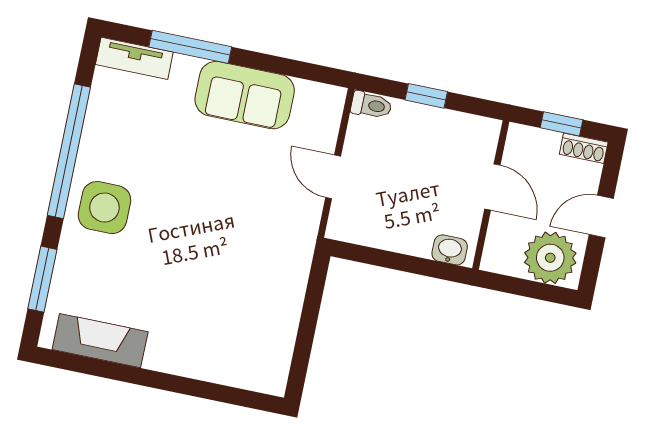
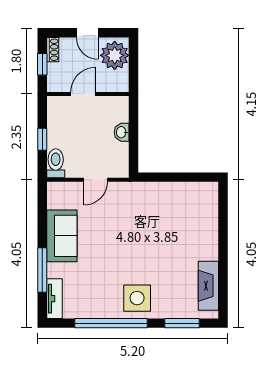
toilet: (371, 105) -> (56, 163), width x1.37, depth x1.39
washbasin: (450, 250) -> (122, 132), moved

